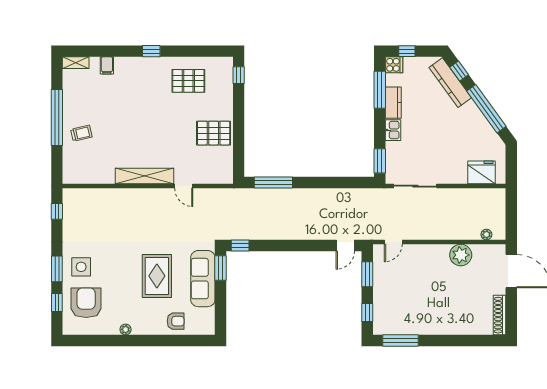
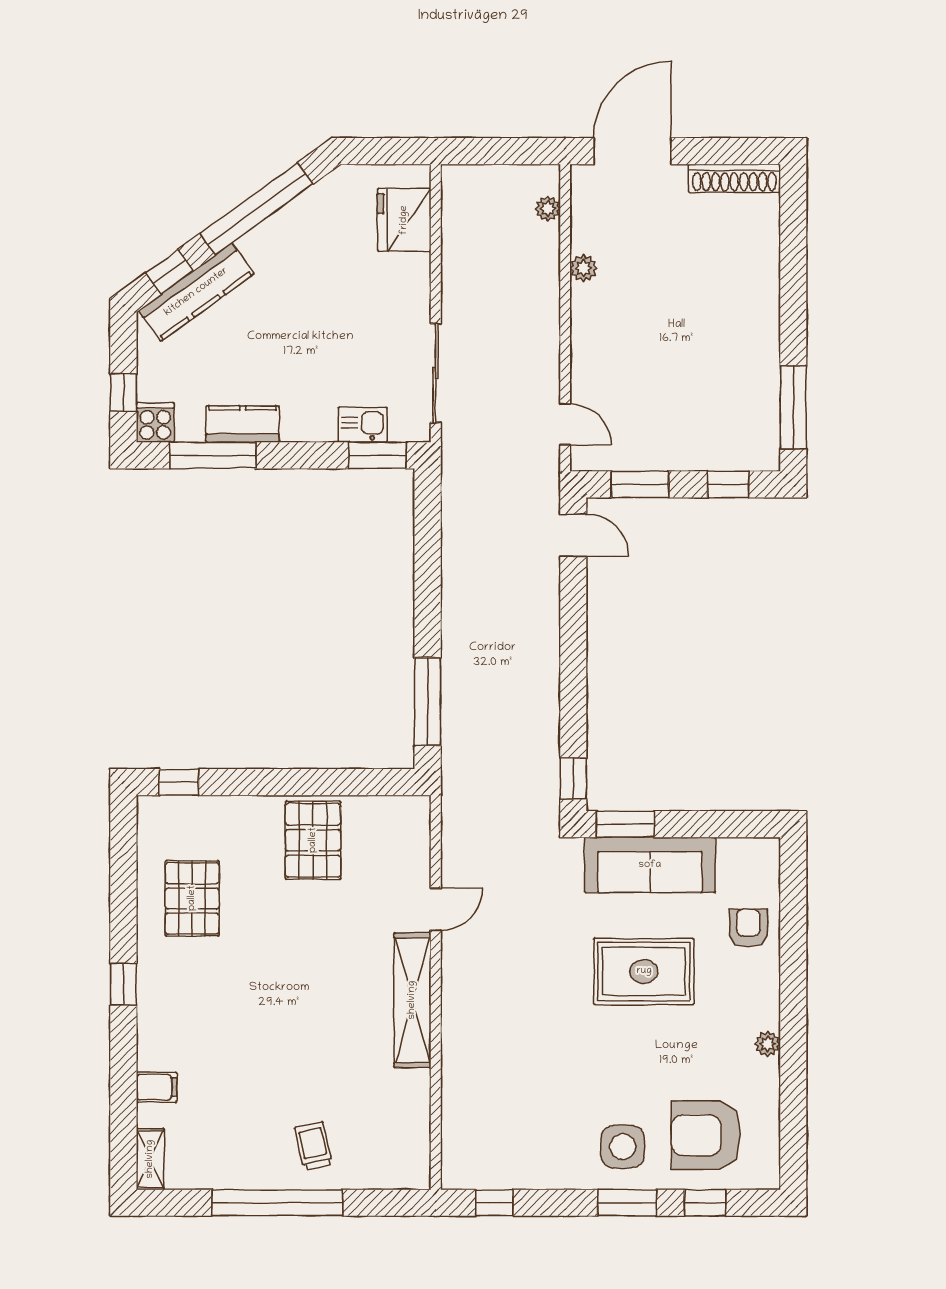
kitchen sink: (393, 130) -> (363, 425), moved
plant: (461, 255) -> (583, 268), width x0.53, depth x0.53

